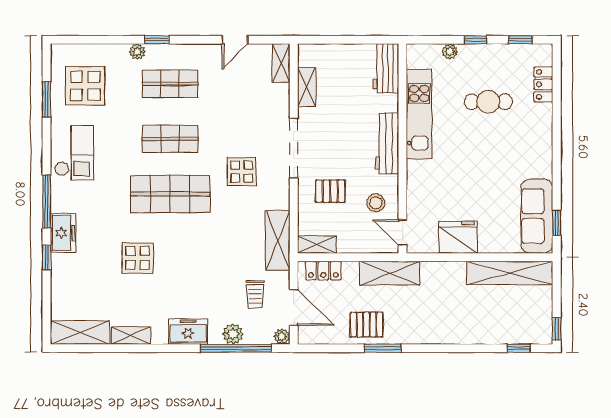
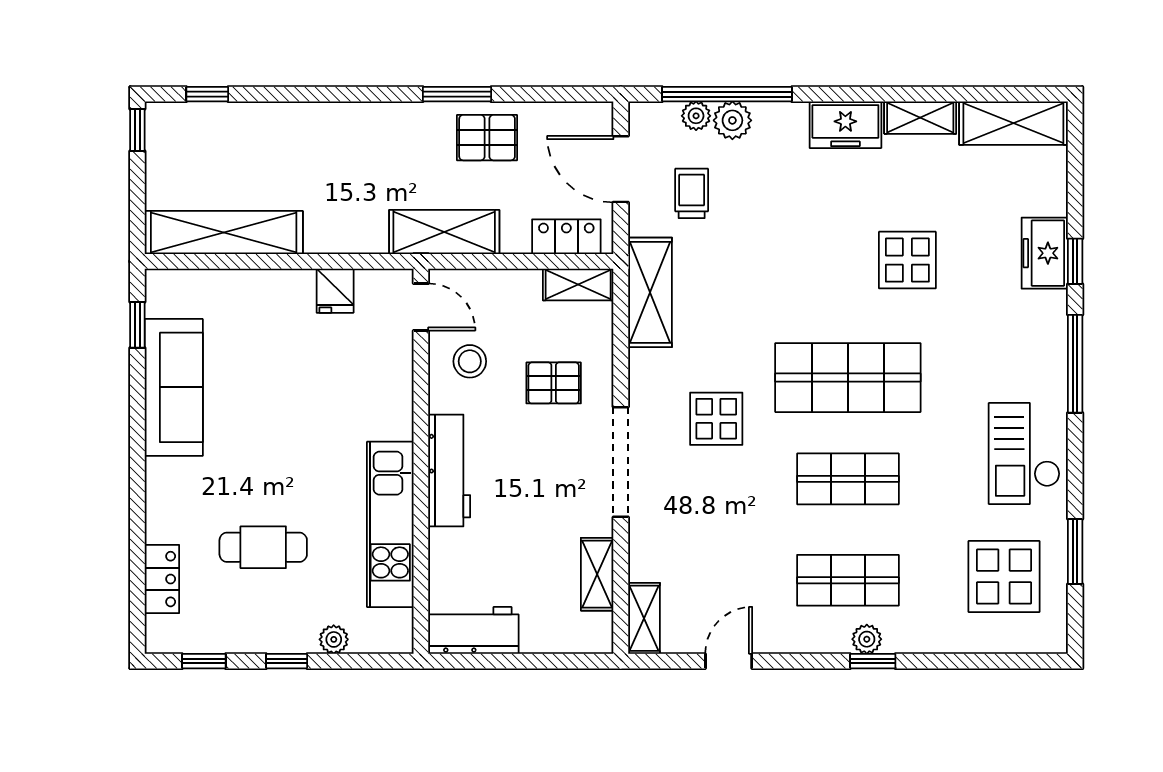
plant: (137, 52) -> (867, 639), moved
workbench: (386, 68) -> (473, 630), moved, turned -90
sofa: (537, 216) -> (174, 387), moved
freezer: (63, 233) -> (1045, 253), moved
fridge: (458, 237) -> (335, 291), width x0.53, depth x0.75
freezer: (188, 332) -> (845, 125), moved
plant: (282, 336) -> (696, 116), moved

